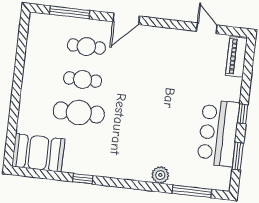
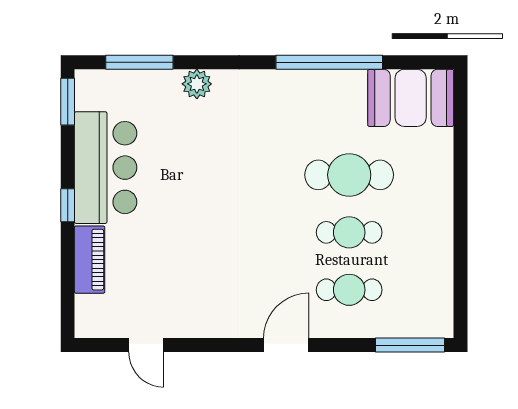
window: (70, 12) -> (410, 345), moved
piano: (236, 57) -> (90, 260), moved
window: (238, 156) -> (68, 102), moved
window: (83, 179) -> (329, 62), width x3.17

